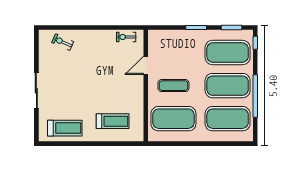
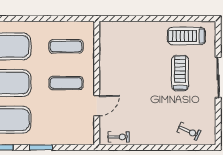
exercise mat: (173, 119) -> (66, 46), width x0.50, depth x0.69
treadmill: (113, 121) -> (180, 73), moved, turned 90

